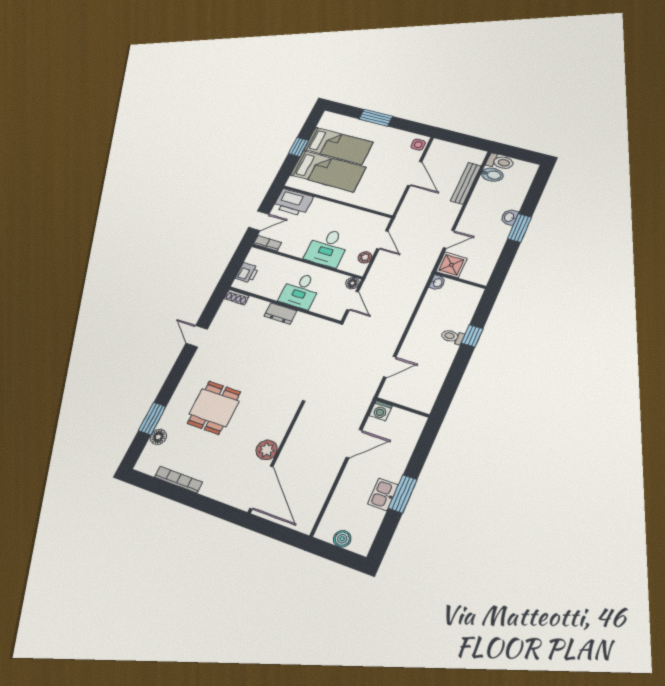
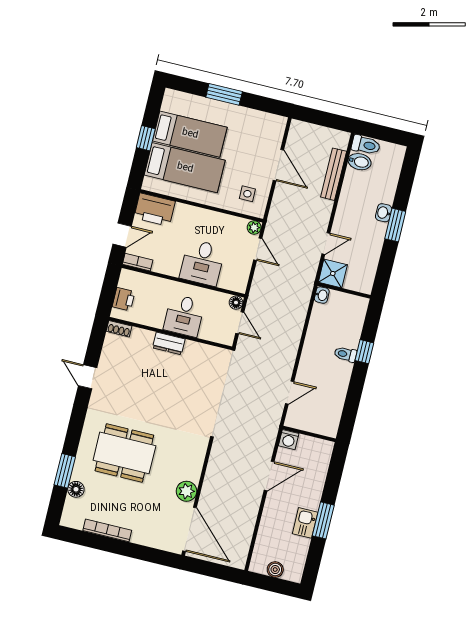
side table: (418, 145) -> (247, 194), moved
plant: (365, 257) -> (254, 227), moved
dining table: (214, 408) -> (124, 453), width x1.38

